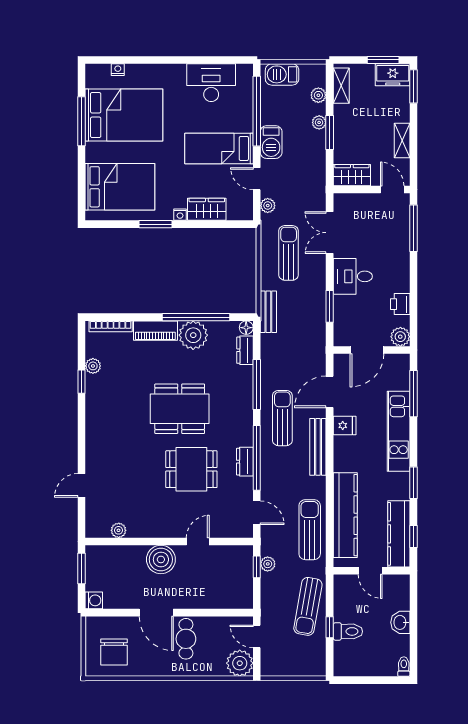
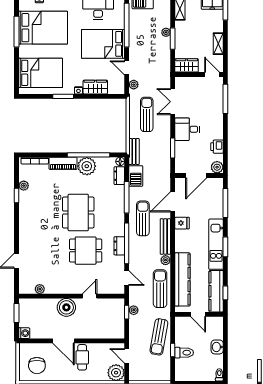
plant: (318, 95) -> (166, 260), moved
barbecue: (271, 142) -> (136, 176), moved
bed: (219, 148) -> (103, 44), width x1.50
dining table: (180, 409) -> (78, 213), turned 90
kitchen unit: (399, 431) -> (216, 244), moved
window: (414, 483) -> (225, 247), moved

